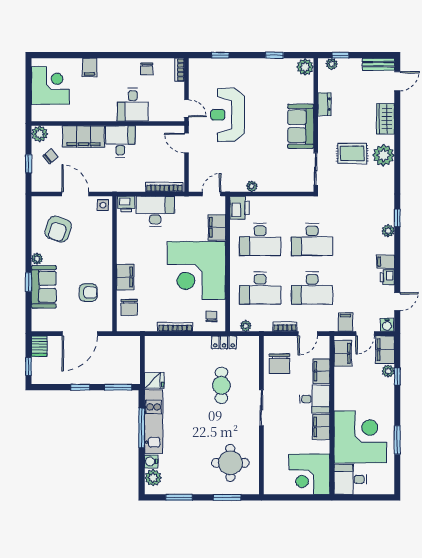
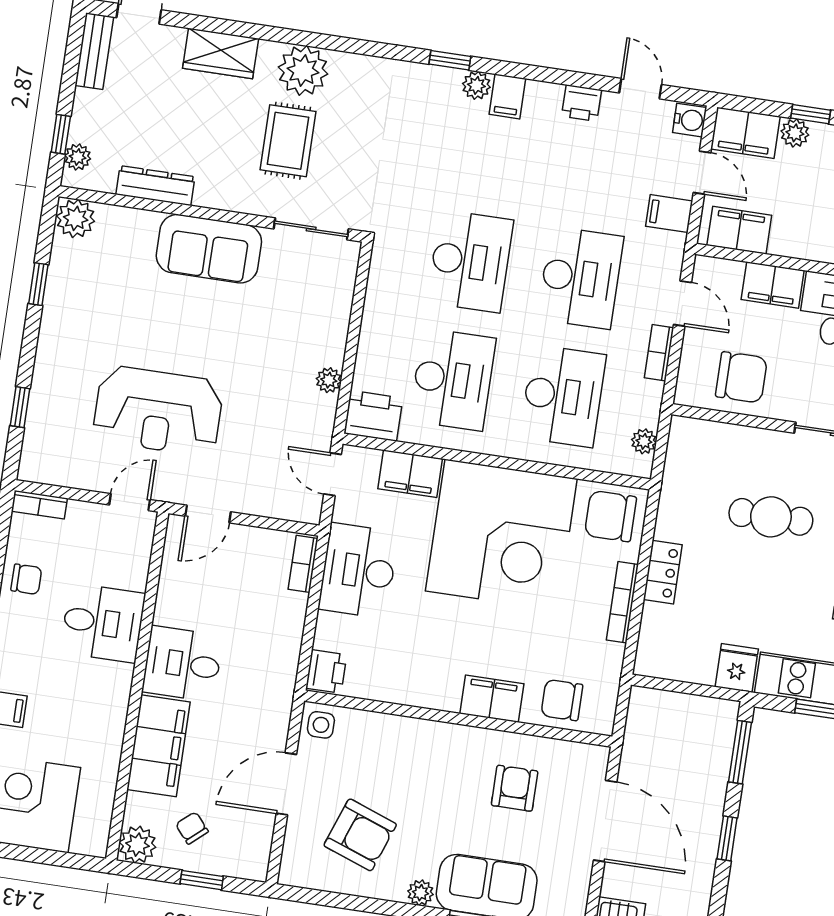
dresser: (324, 104) -> (155, 186), width x1.44
bookcase: (164, 187) -> (303, 564), width x0.64
desk: (155, 211) -> (358, 571), moved
filing cabinet: (385, 262) -> (507, 96), moved
chair: (129, 307) -> (562, 700), turned 180
chair: (211, 316) -> (610, 516), width x1.87, depth x1.87
locker: (224, 342) -> (663, 572), moved

